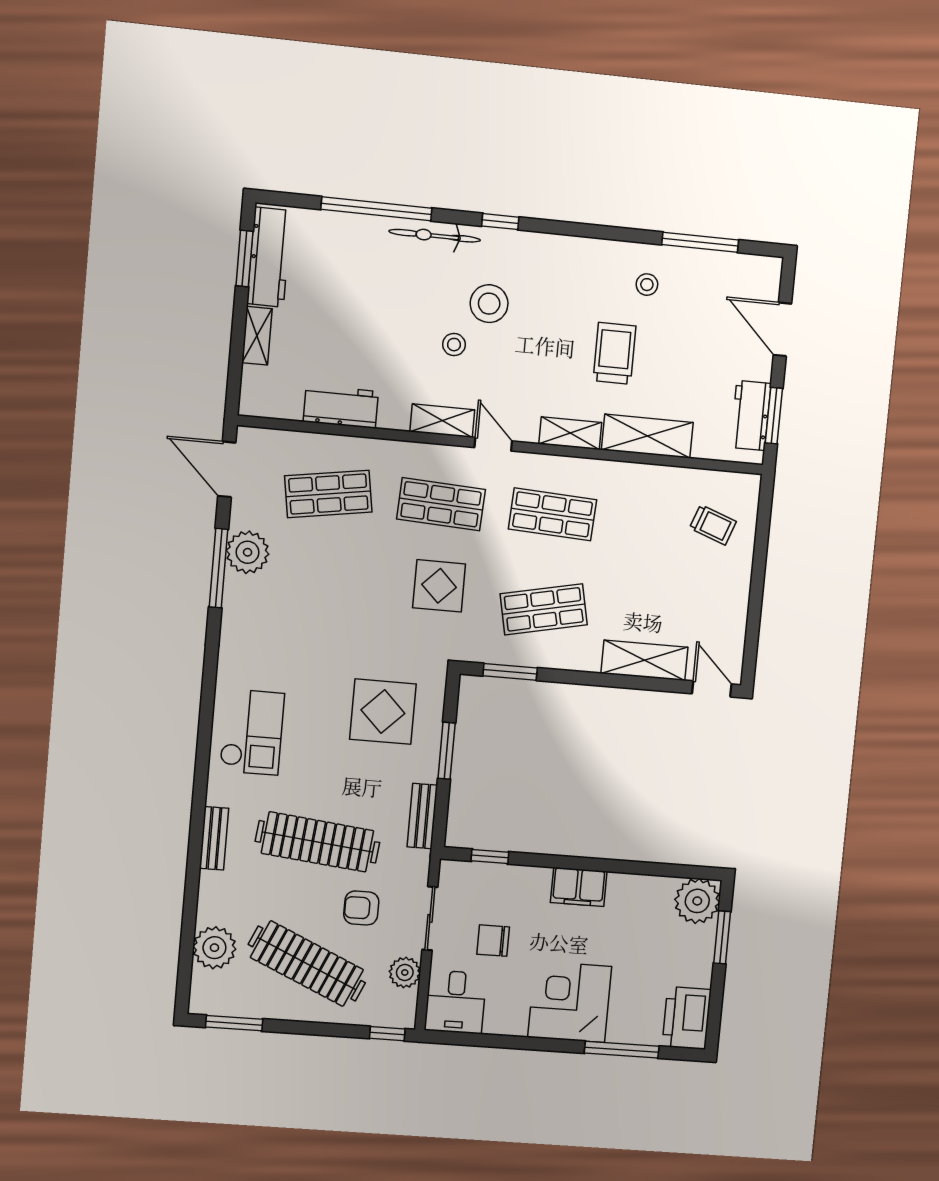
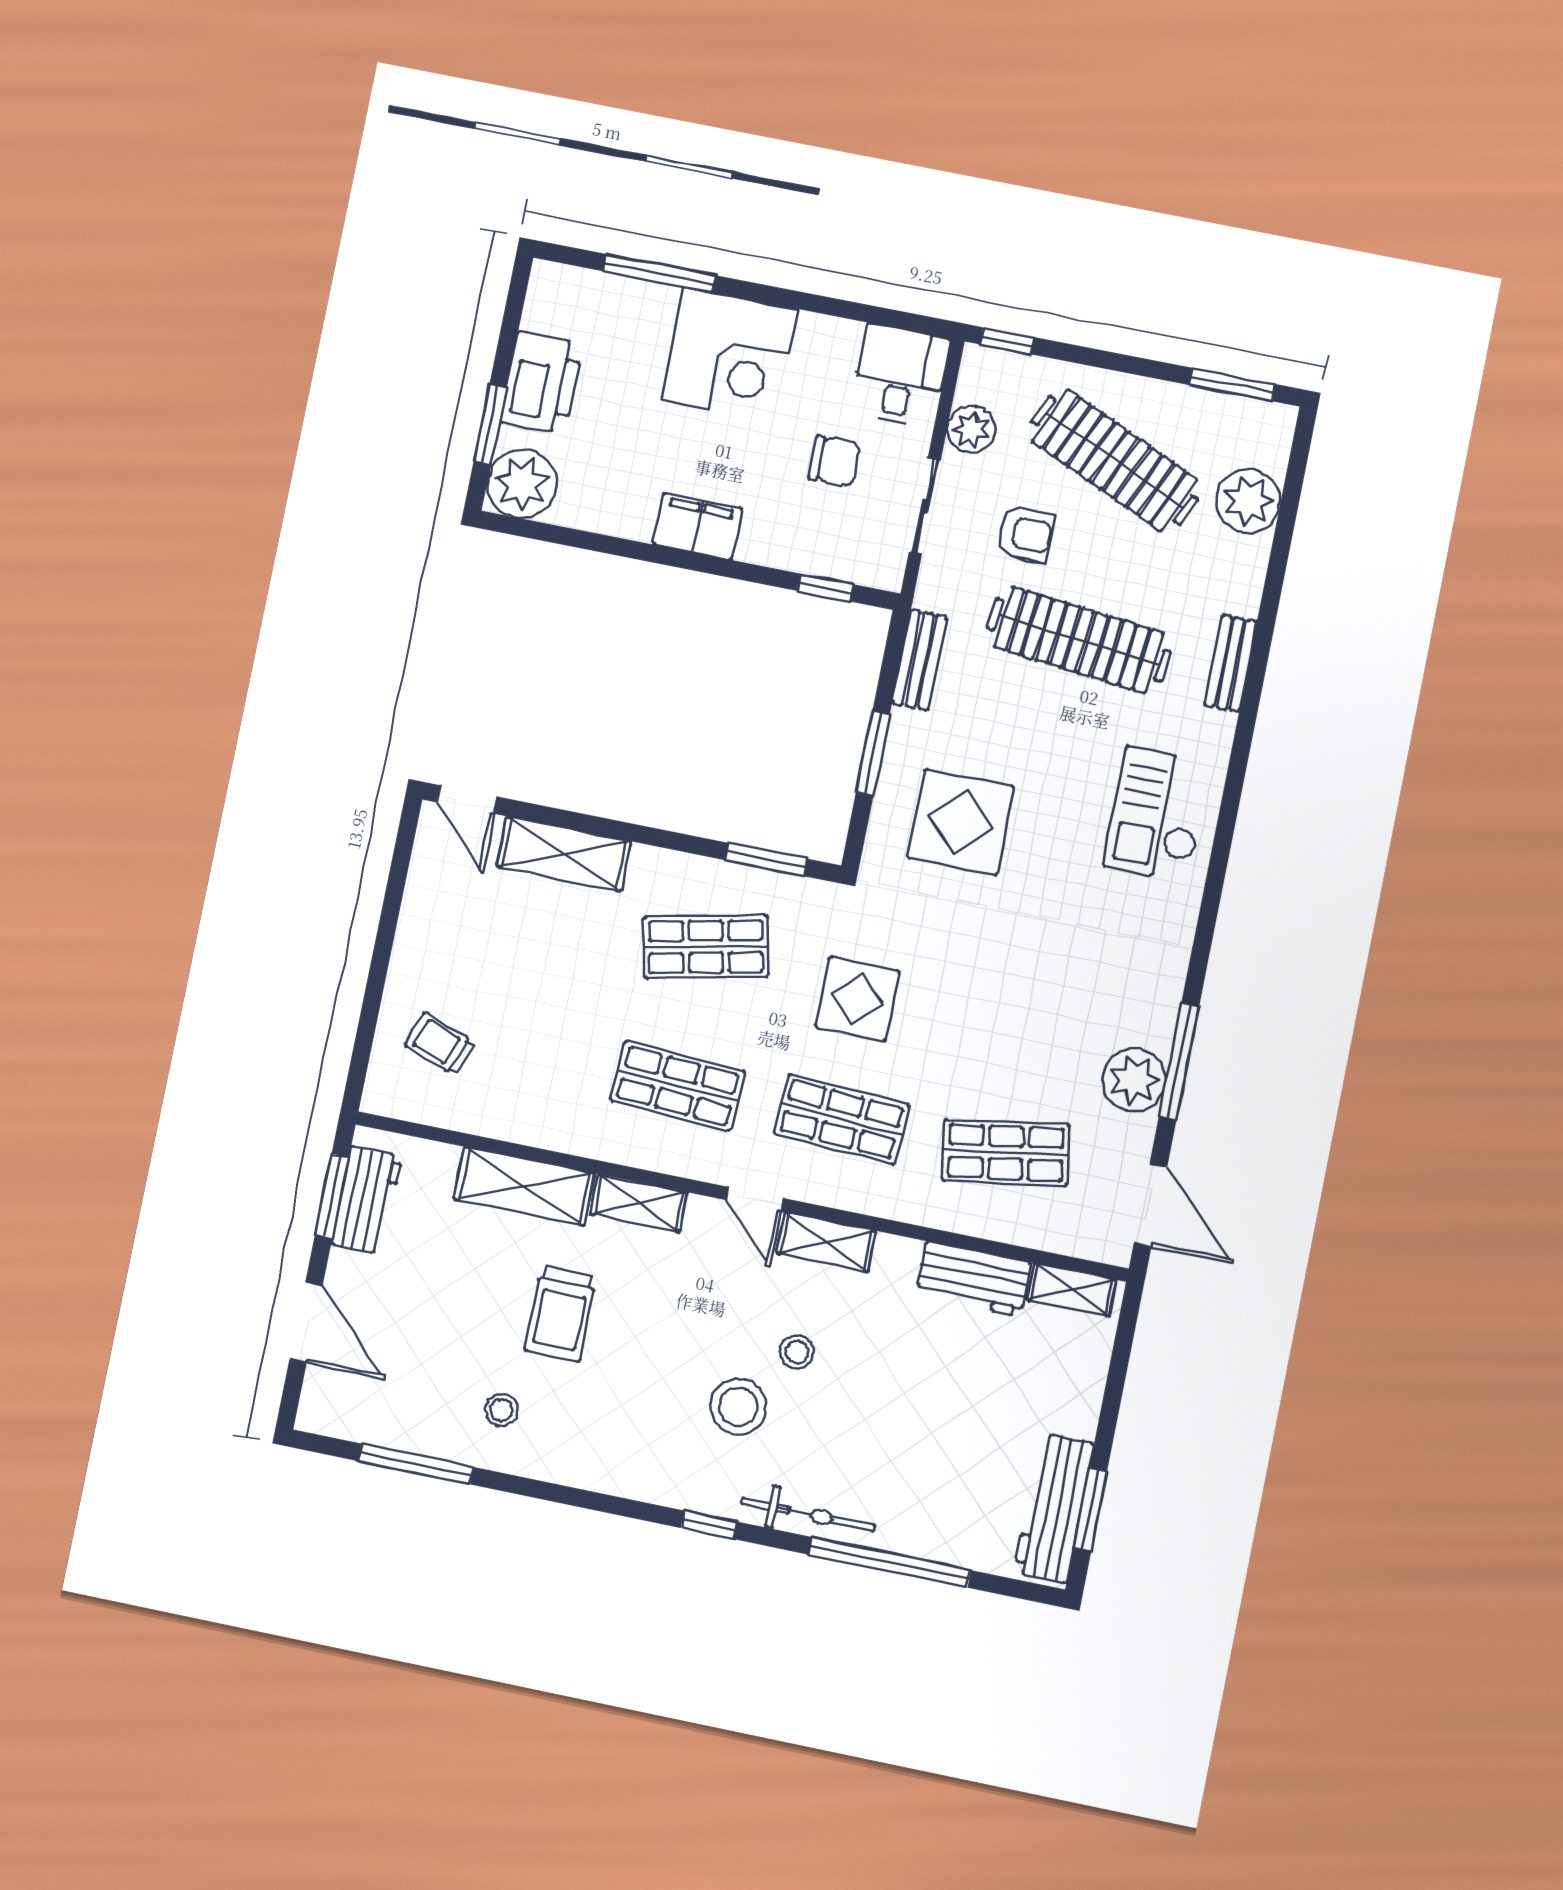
shelving: (257, 336) -> (1072, 1290), moved, turned 90
printer: (687, 1018) -> (541, 383), moved

